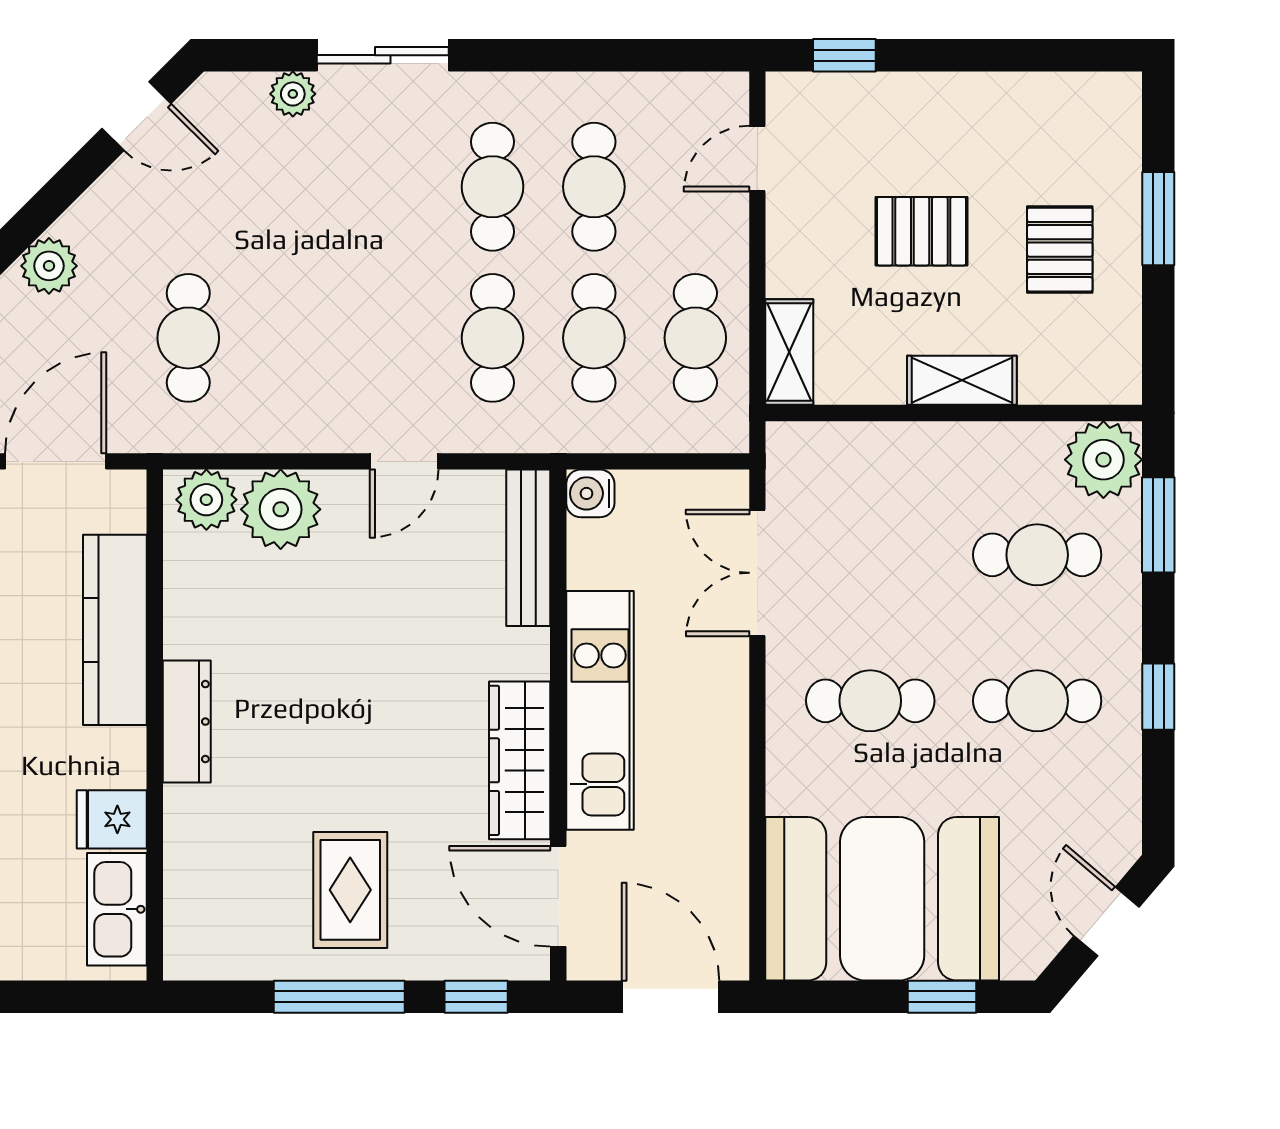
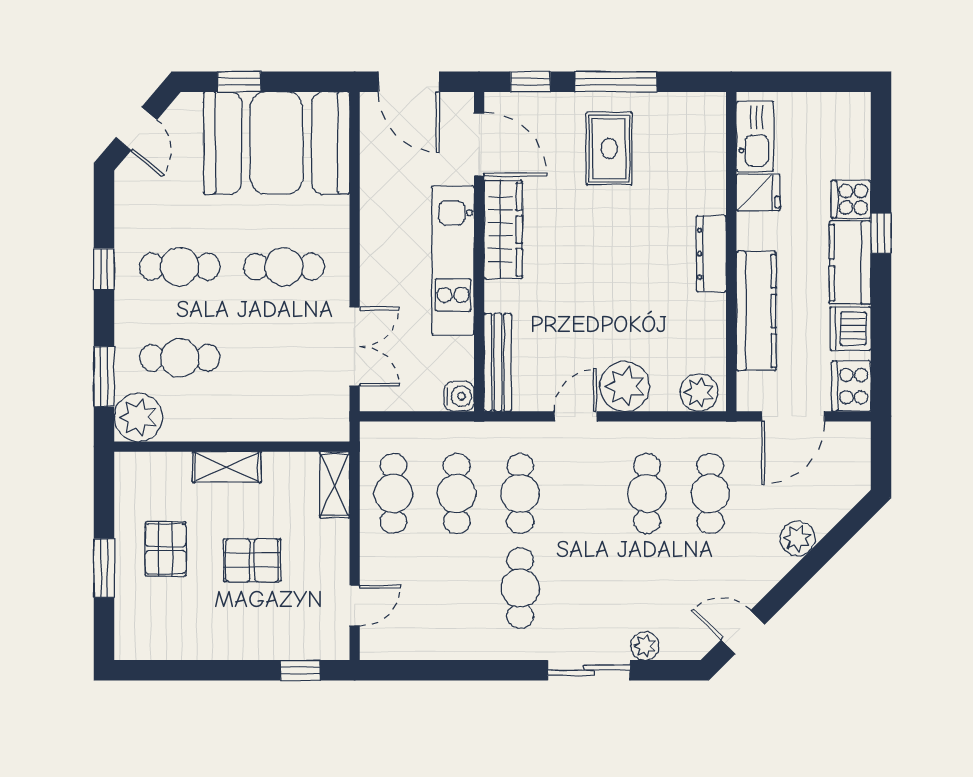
cafe table: (594, 187) -> (647, 493), moved
plant: (281, 509) -> (625, 386), moved

